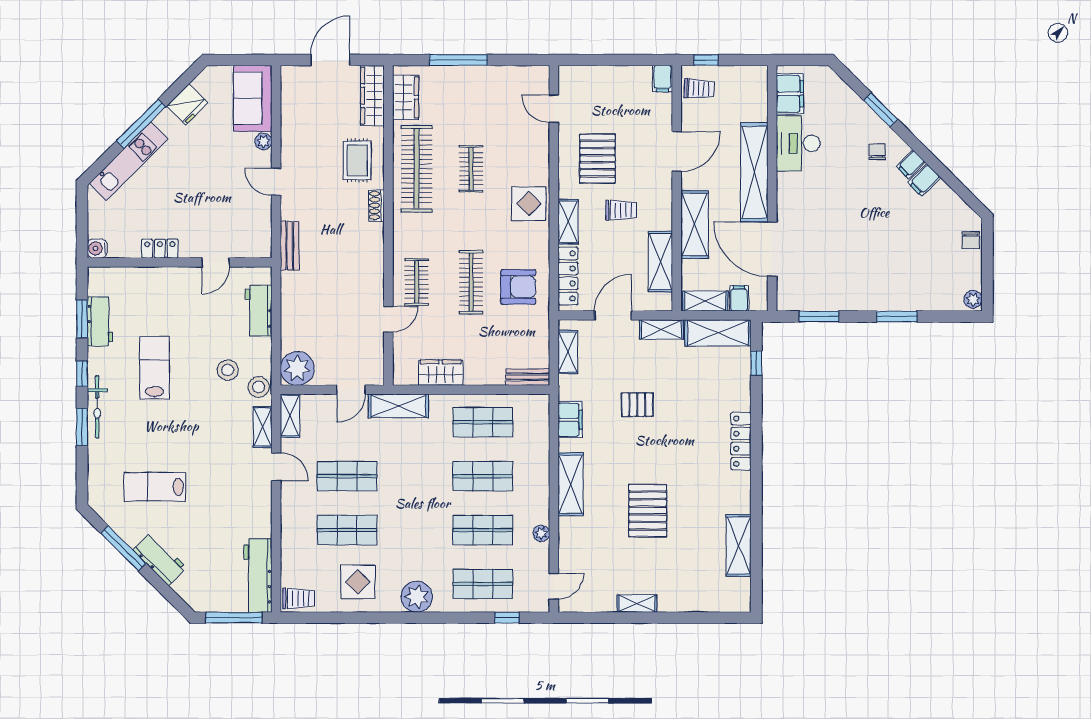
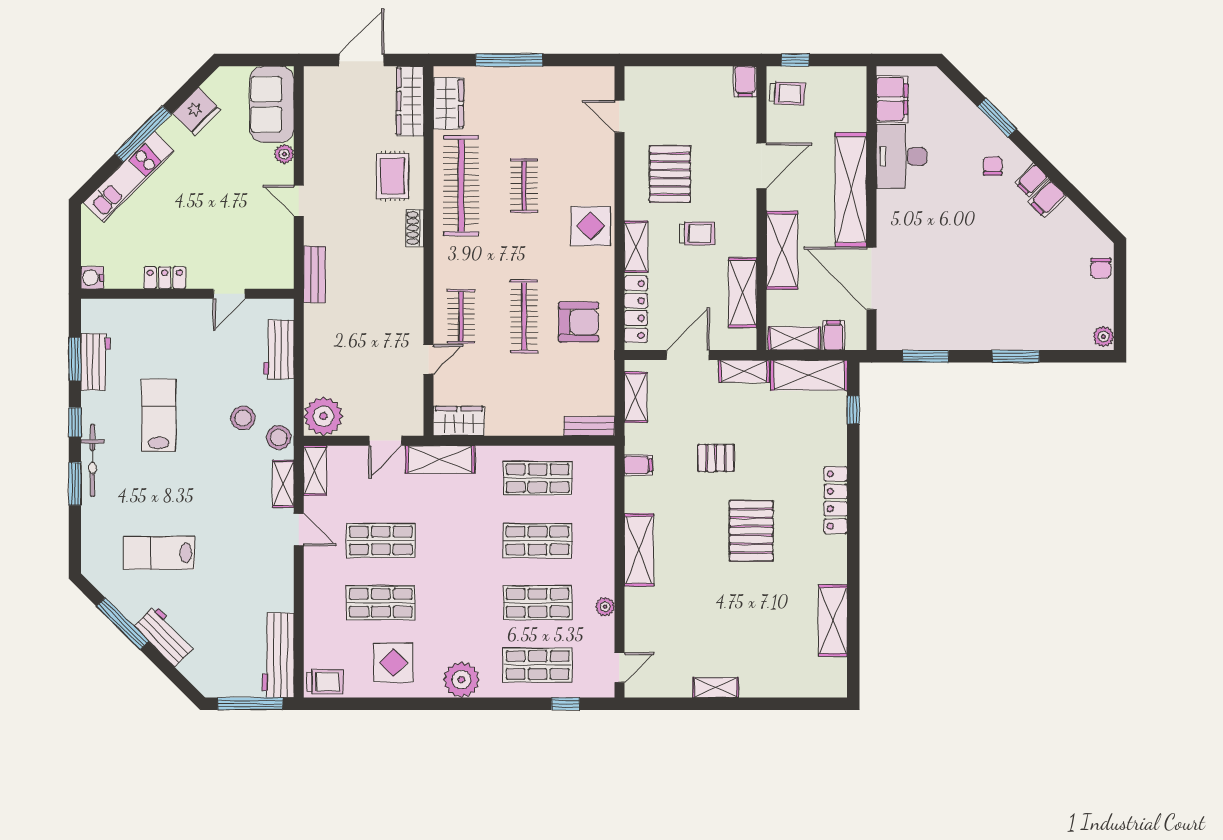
wardrobe: (441, 373) -> (459, 421), moved
filing cabinet: (570, 420) -> (638, 465), width x0.50
pallet: (648, 511) -> (751, 531), moved

